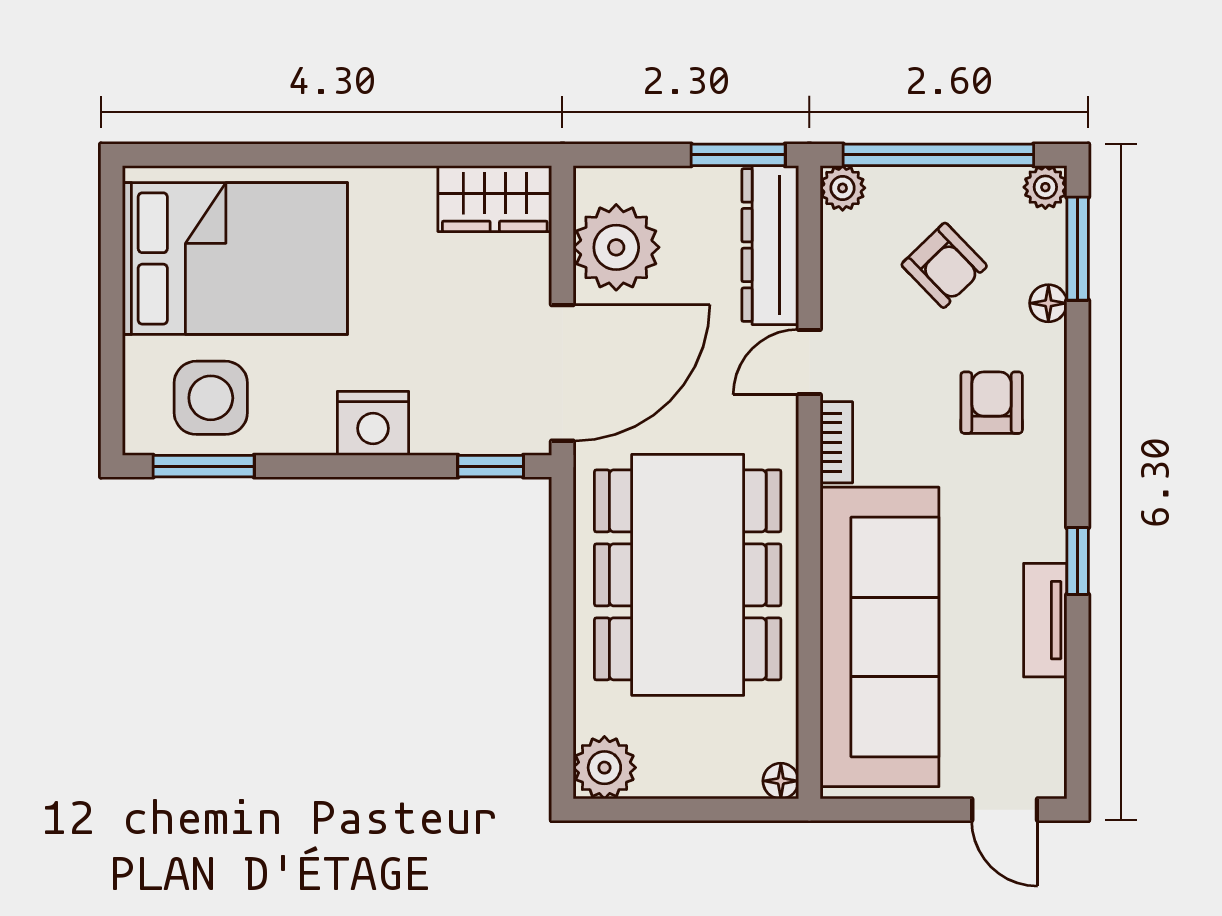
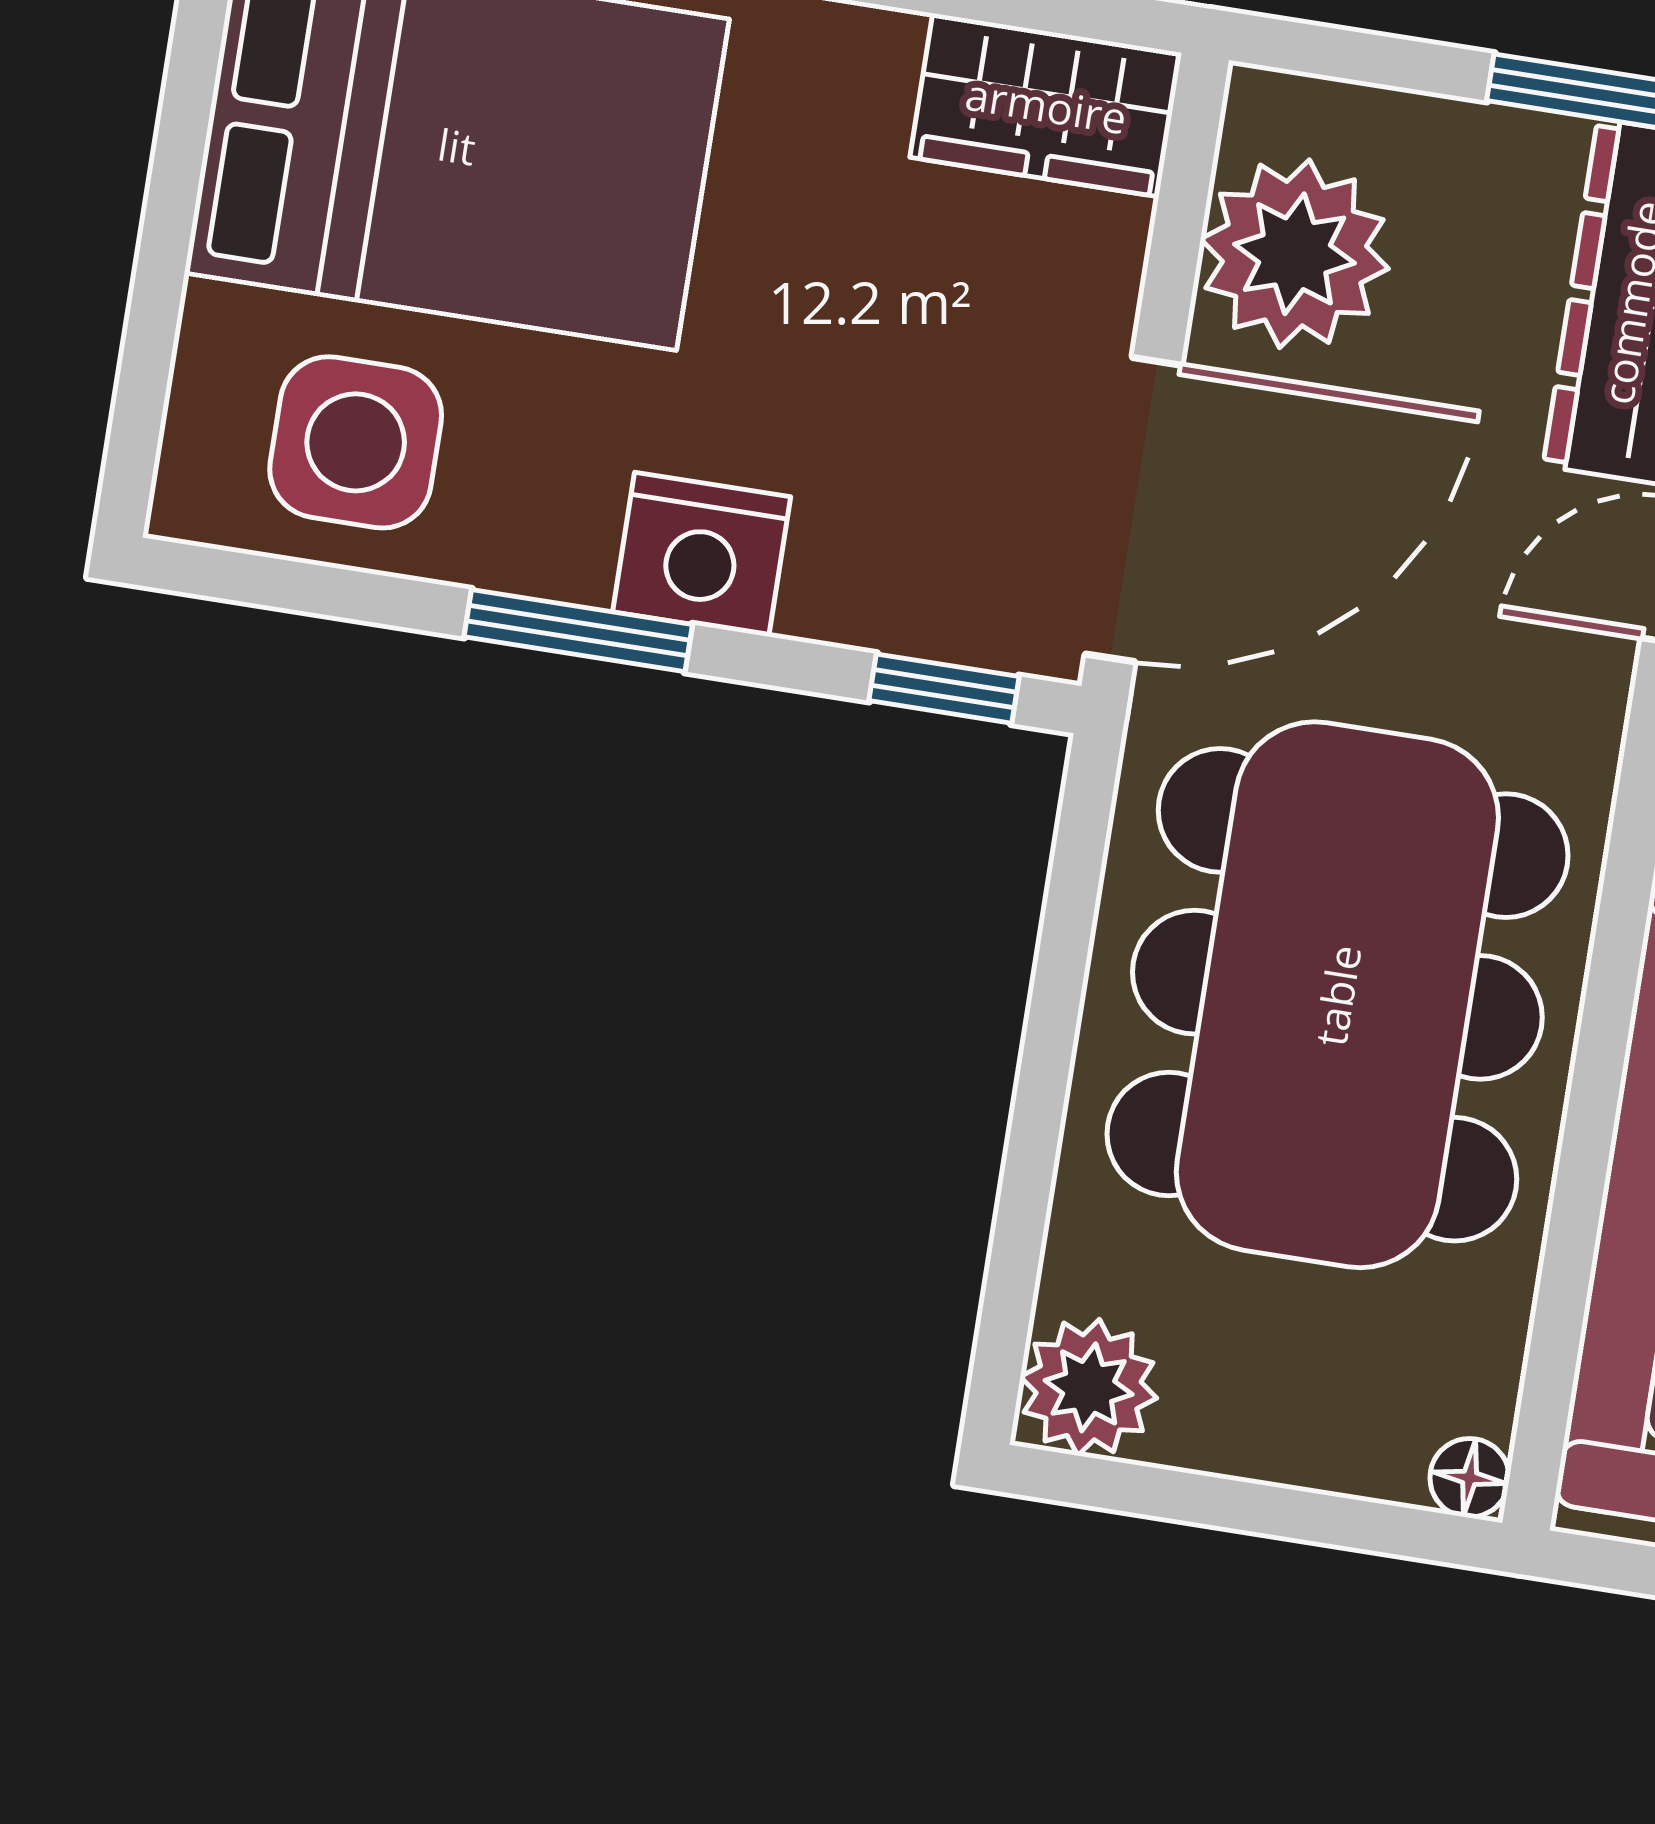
window: (204, 466) -> (578, 631), moved

